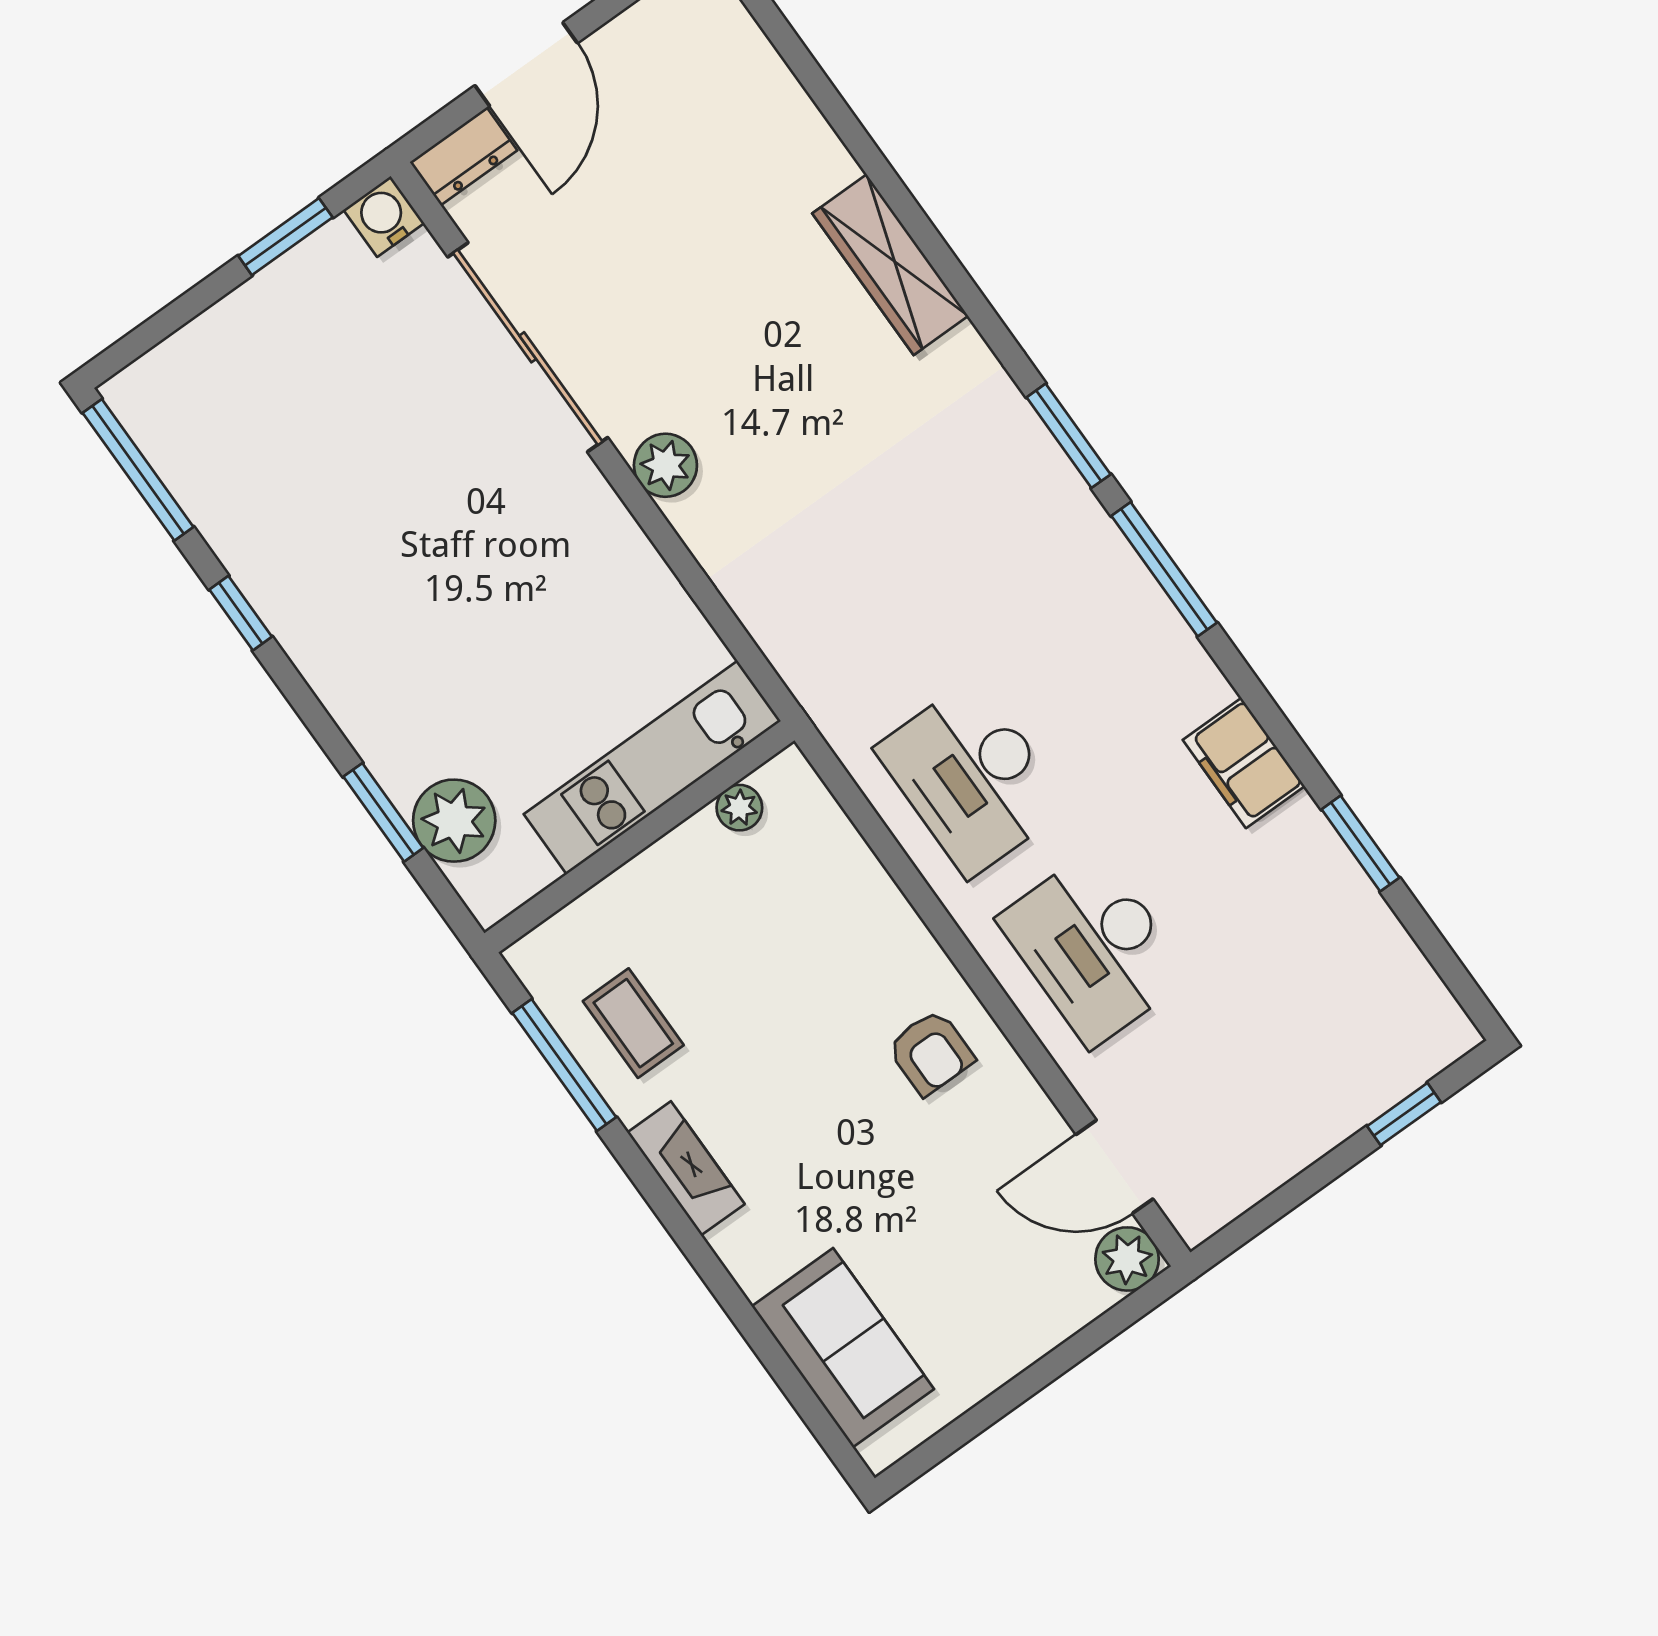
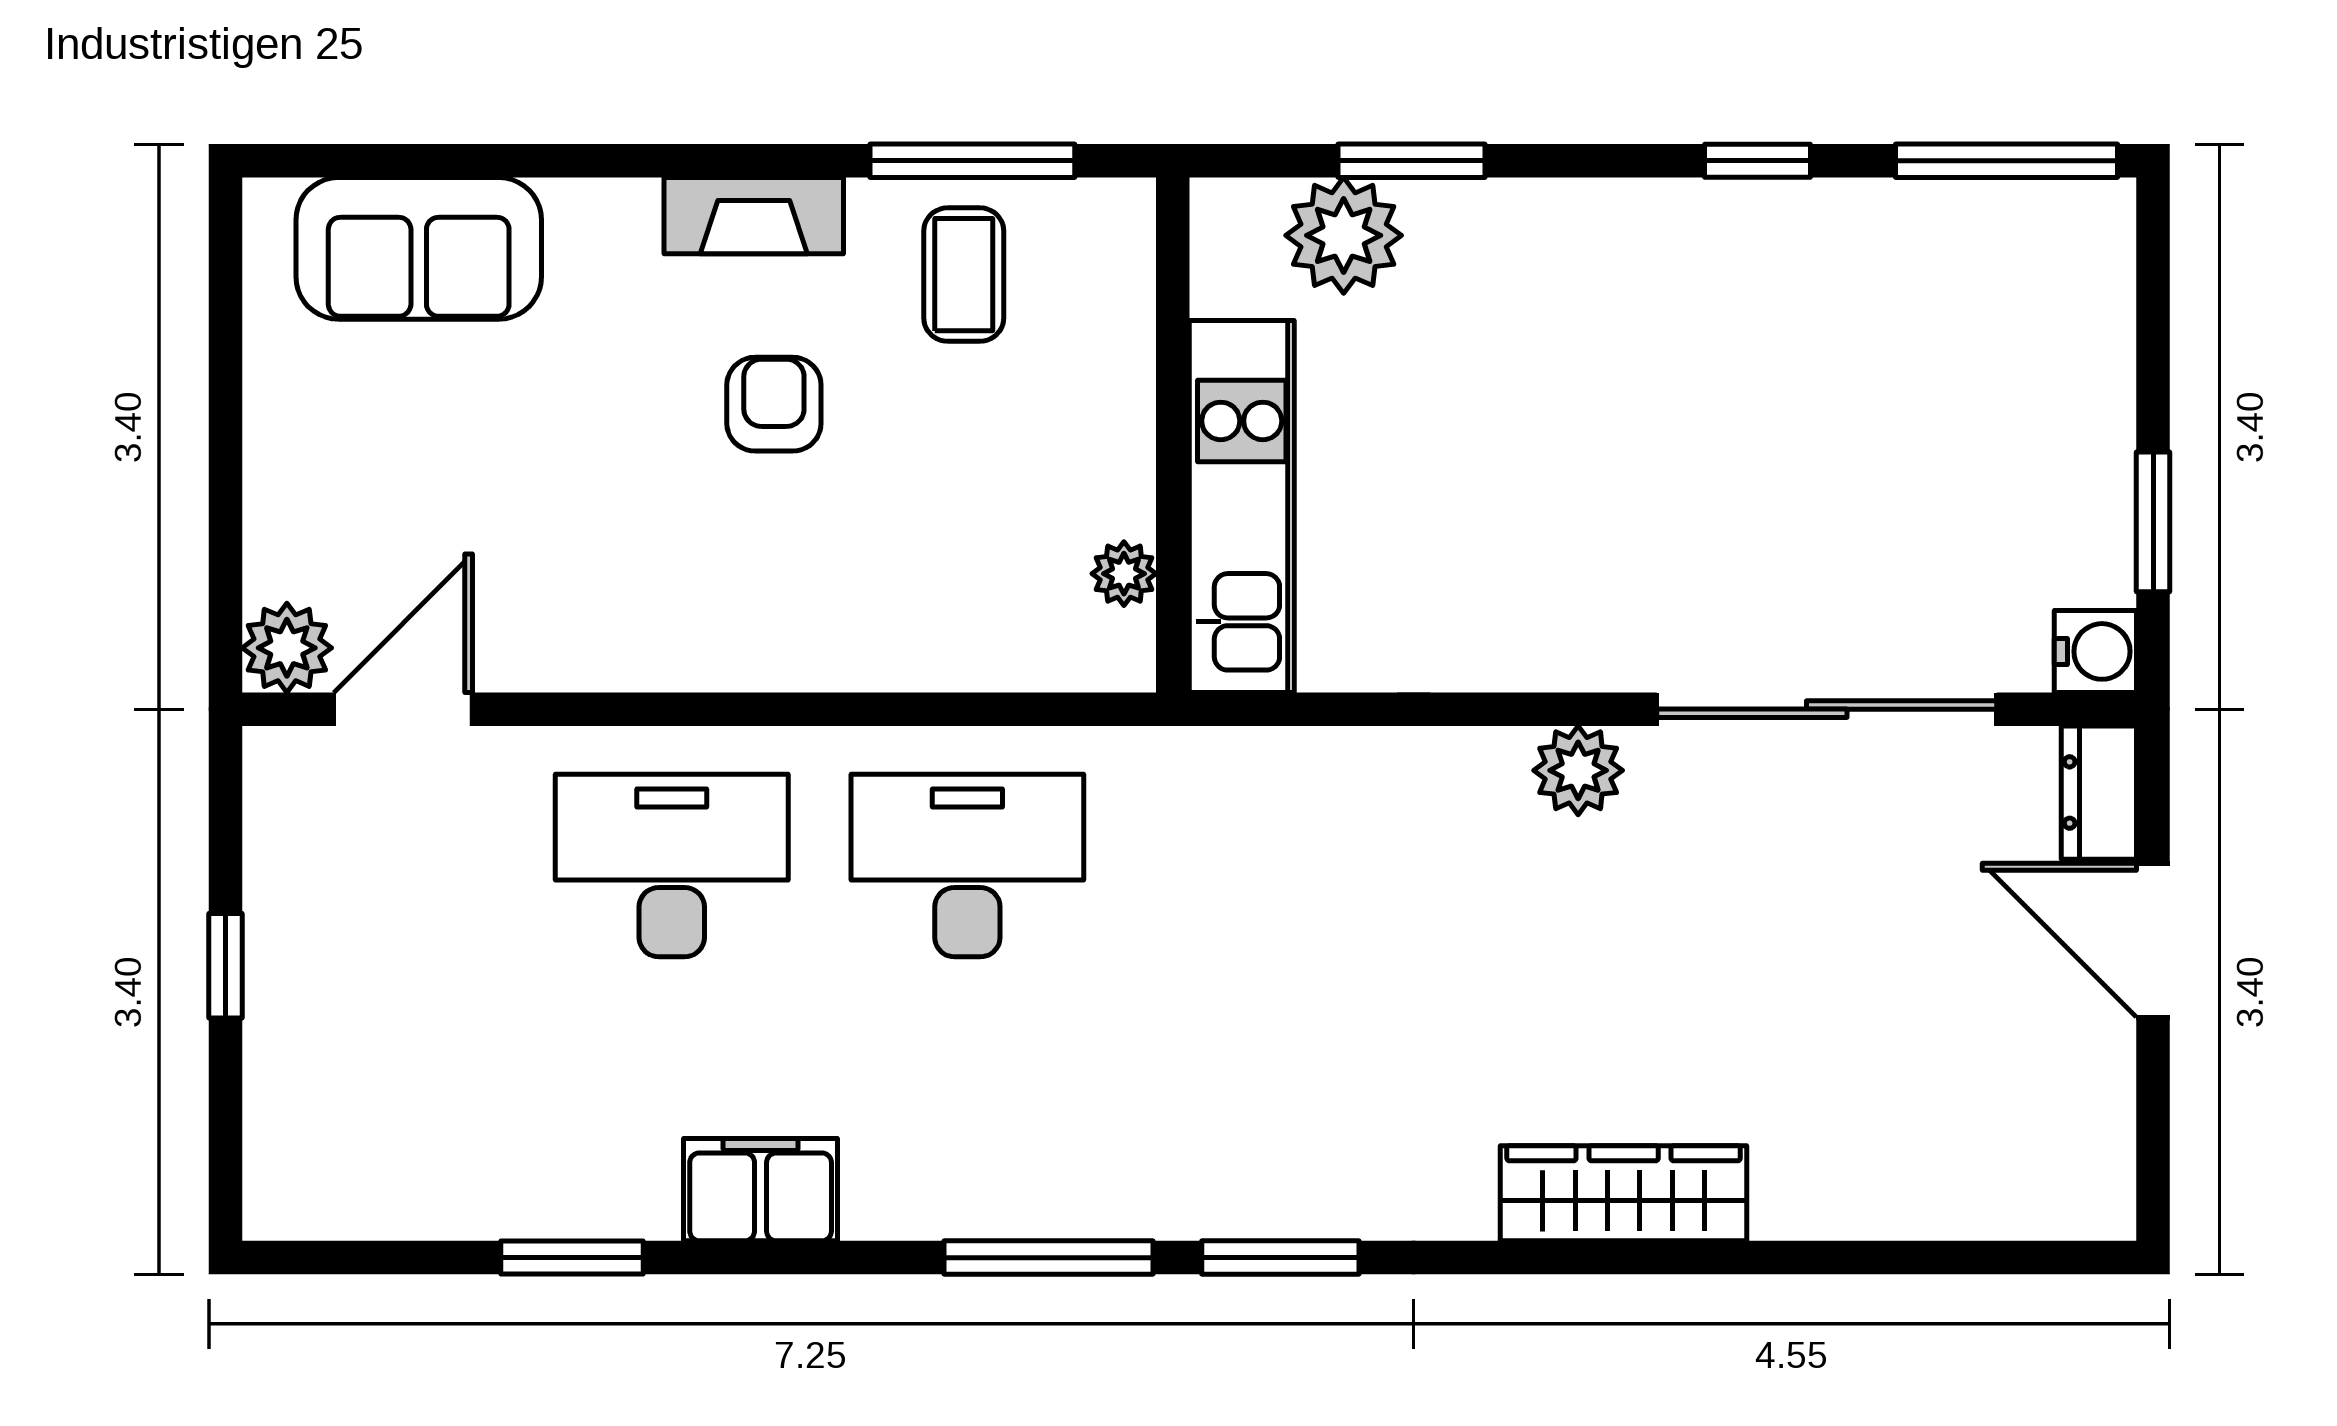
coffee table: (633, 1023) -> (964, 275), turned 90
armchair: (931, 1052) -> (774, 404), moved, turned 90
window: (1404, 1114) -> (225, 966), moved

